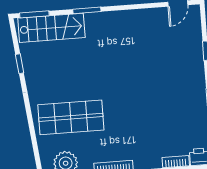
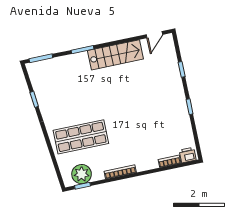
stairs: (51, 28) -> (115, 55), moved

